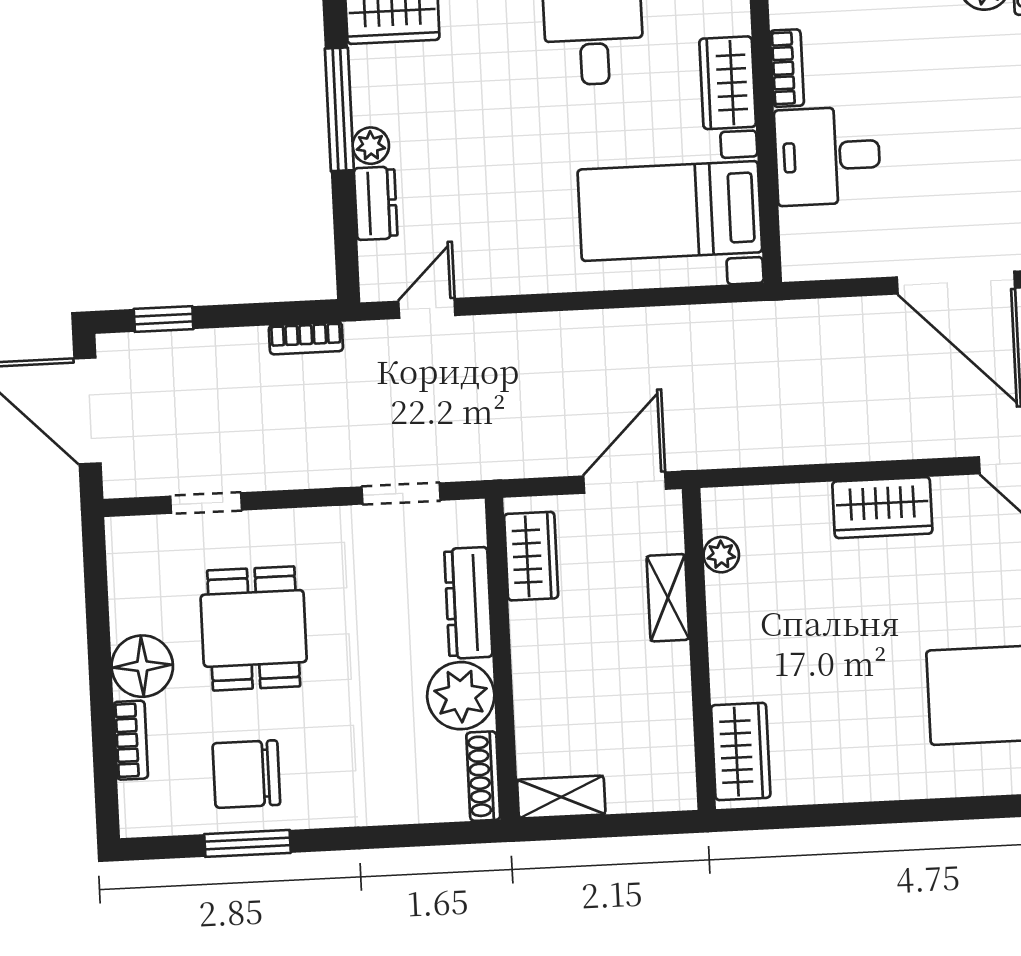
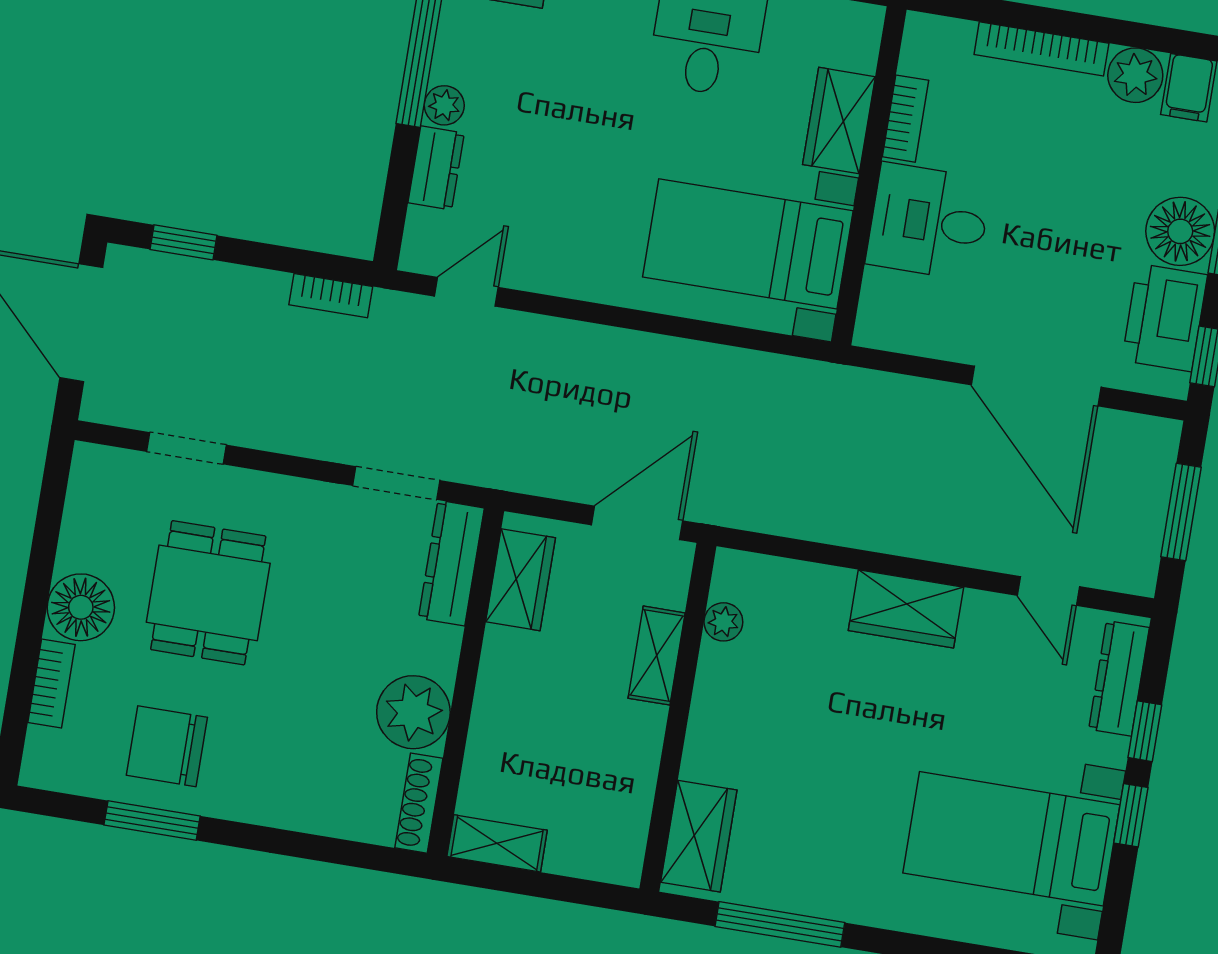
dresser: (468, 603) -> (451, 563), moved
window: (830, 815) -> (780, 924), added

